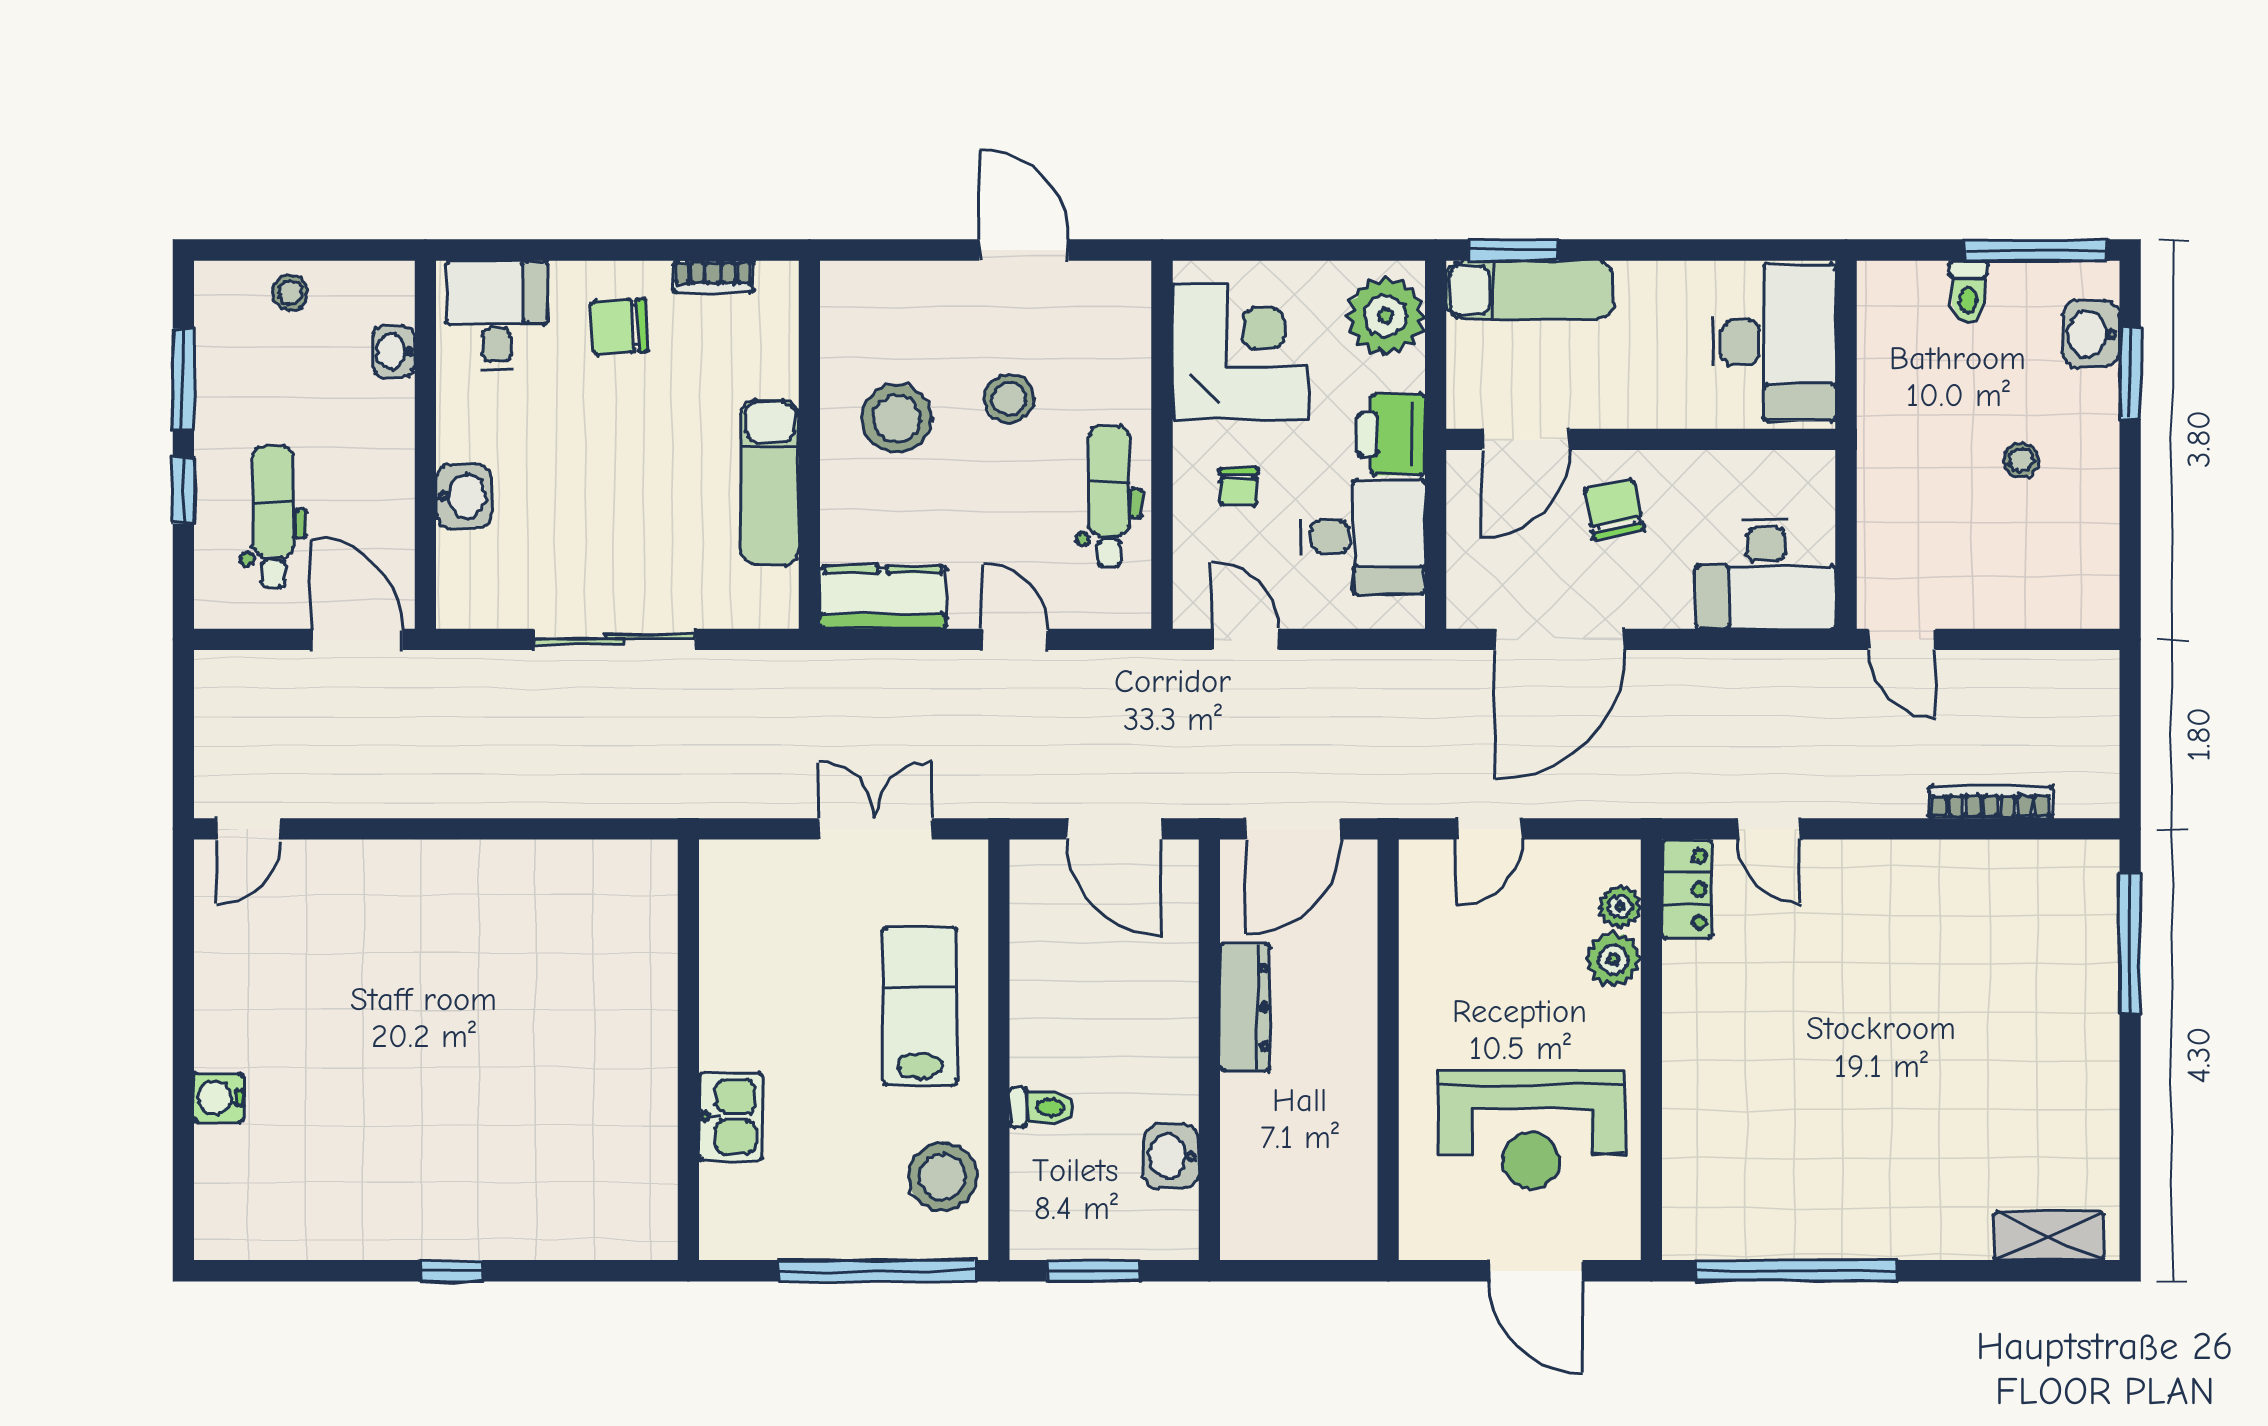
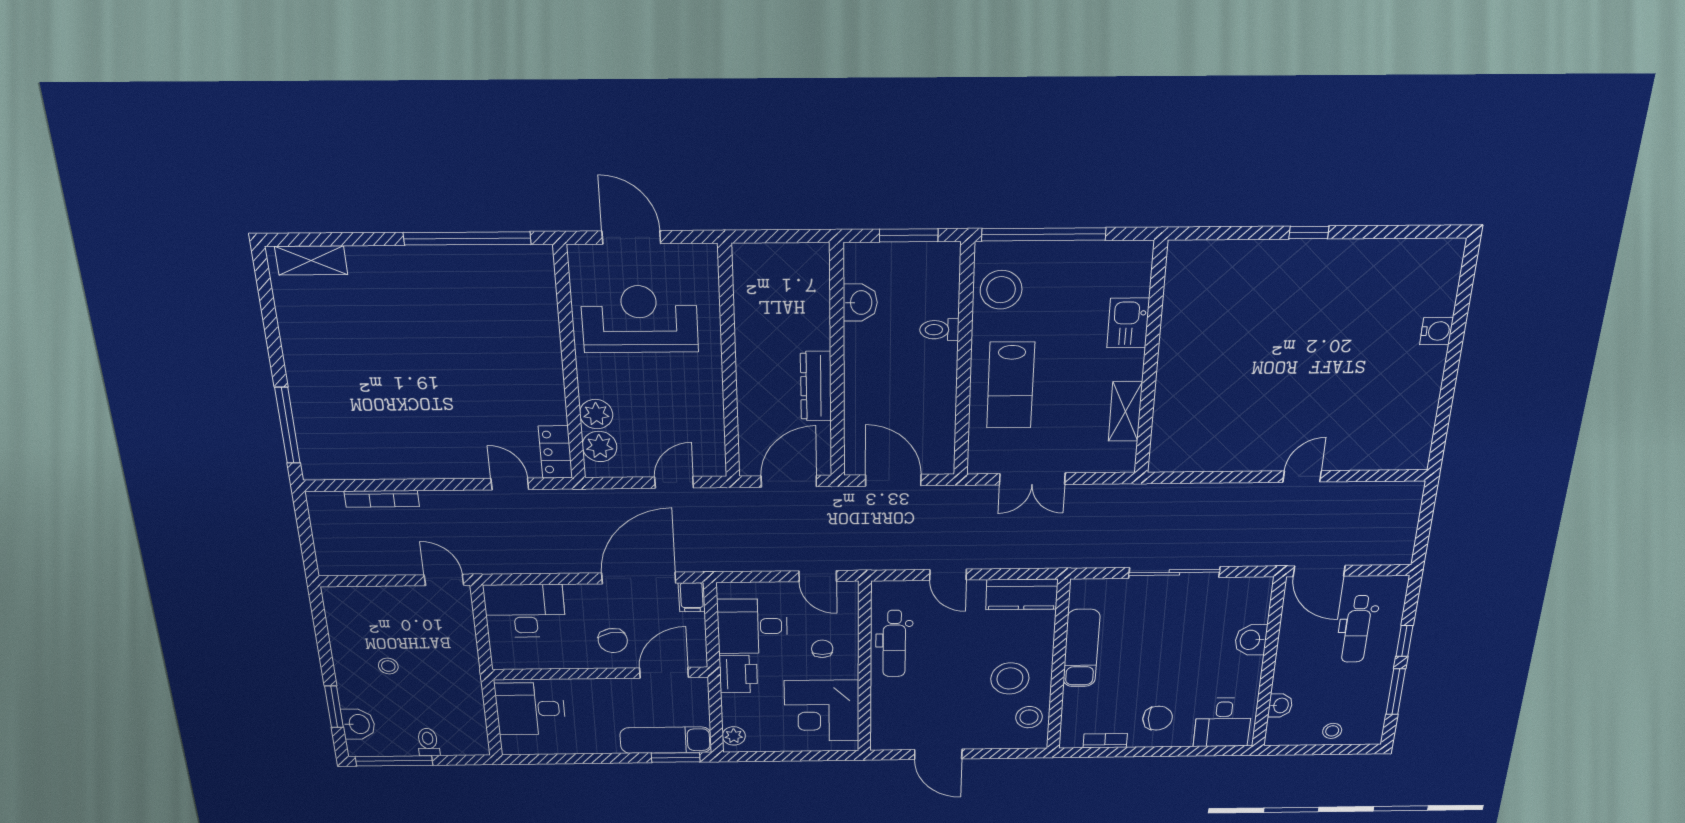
plant: (1385, 316) -> (734, 736), width x0.53, depth x0.53
desk: (1774, 342) -> (530, 709), width x0.73
stool: (1009, 399) -> (1029, 717), moved
filing cabinet: (1469, 599) -> (692, 597), added
door: (249, 829) -> (1302, 476), moved
plant: (1620, 907) -> (599, 446), width x1.38, depth x1.38
shelving: (724, 955) -> (1125, 412), added

